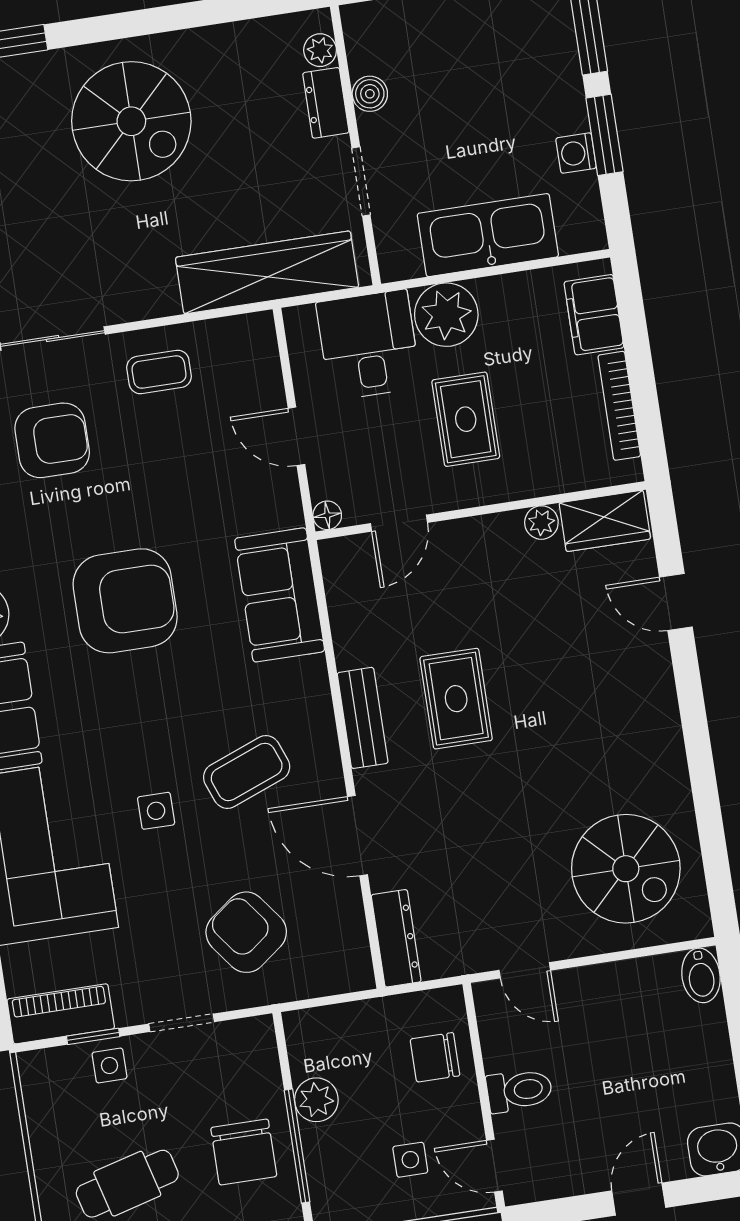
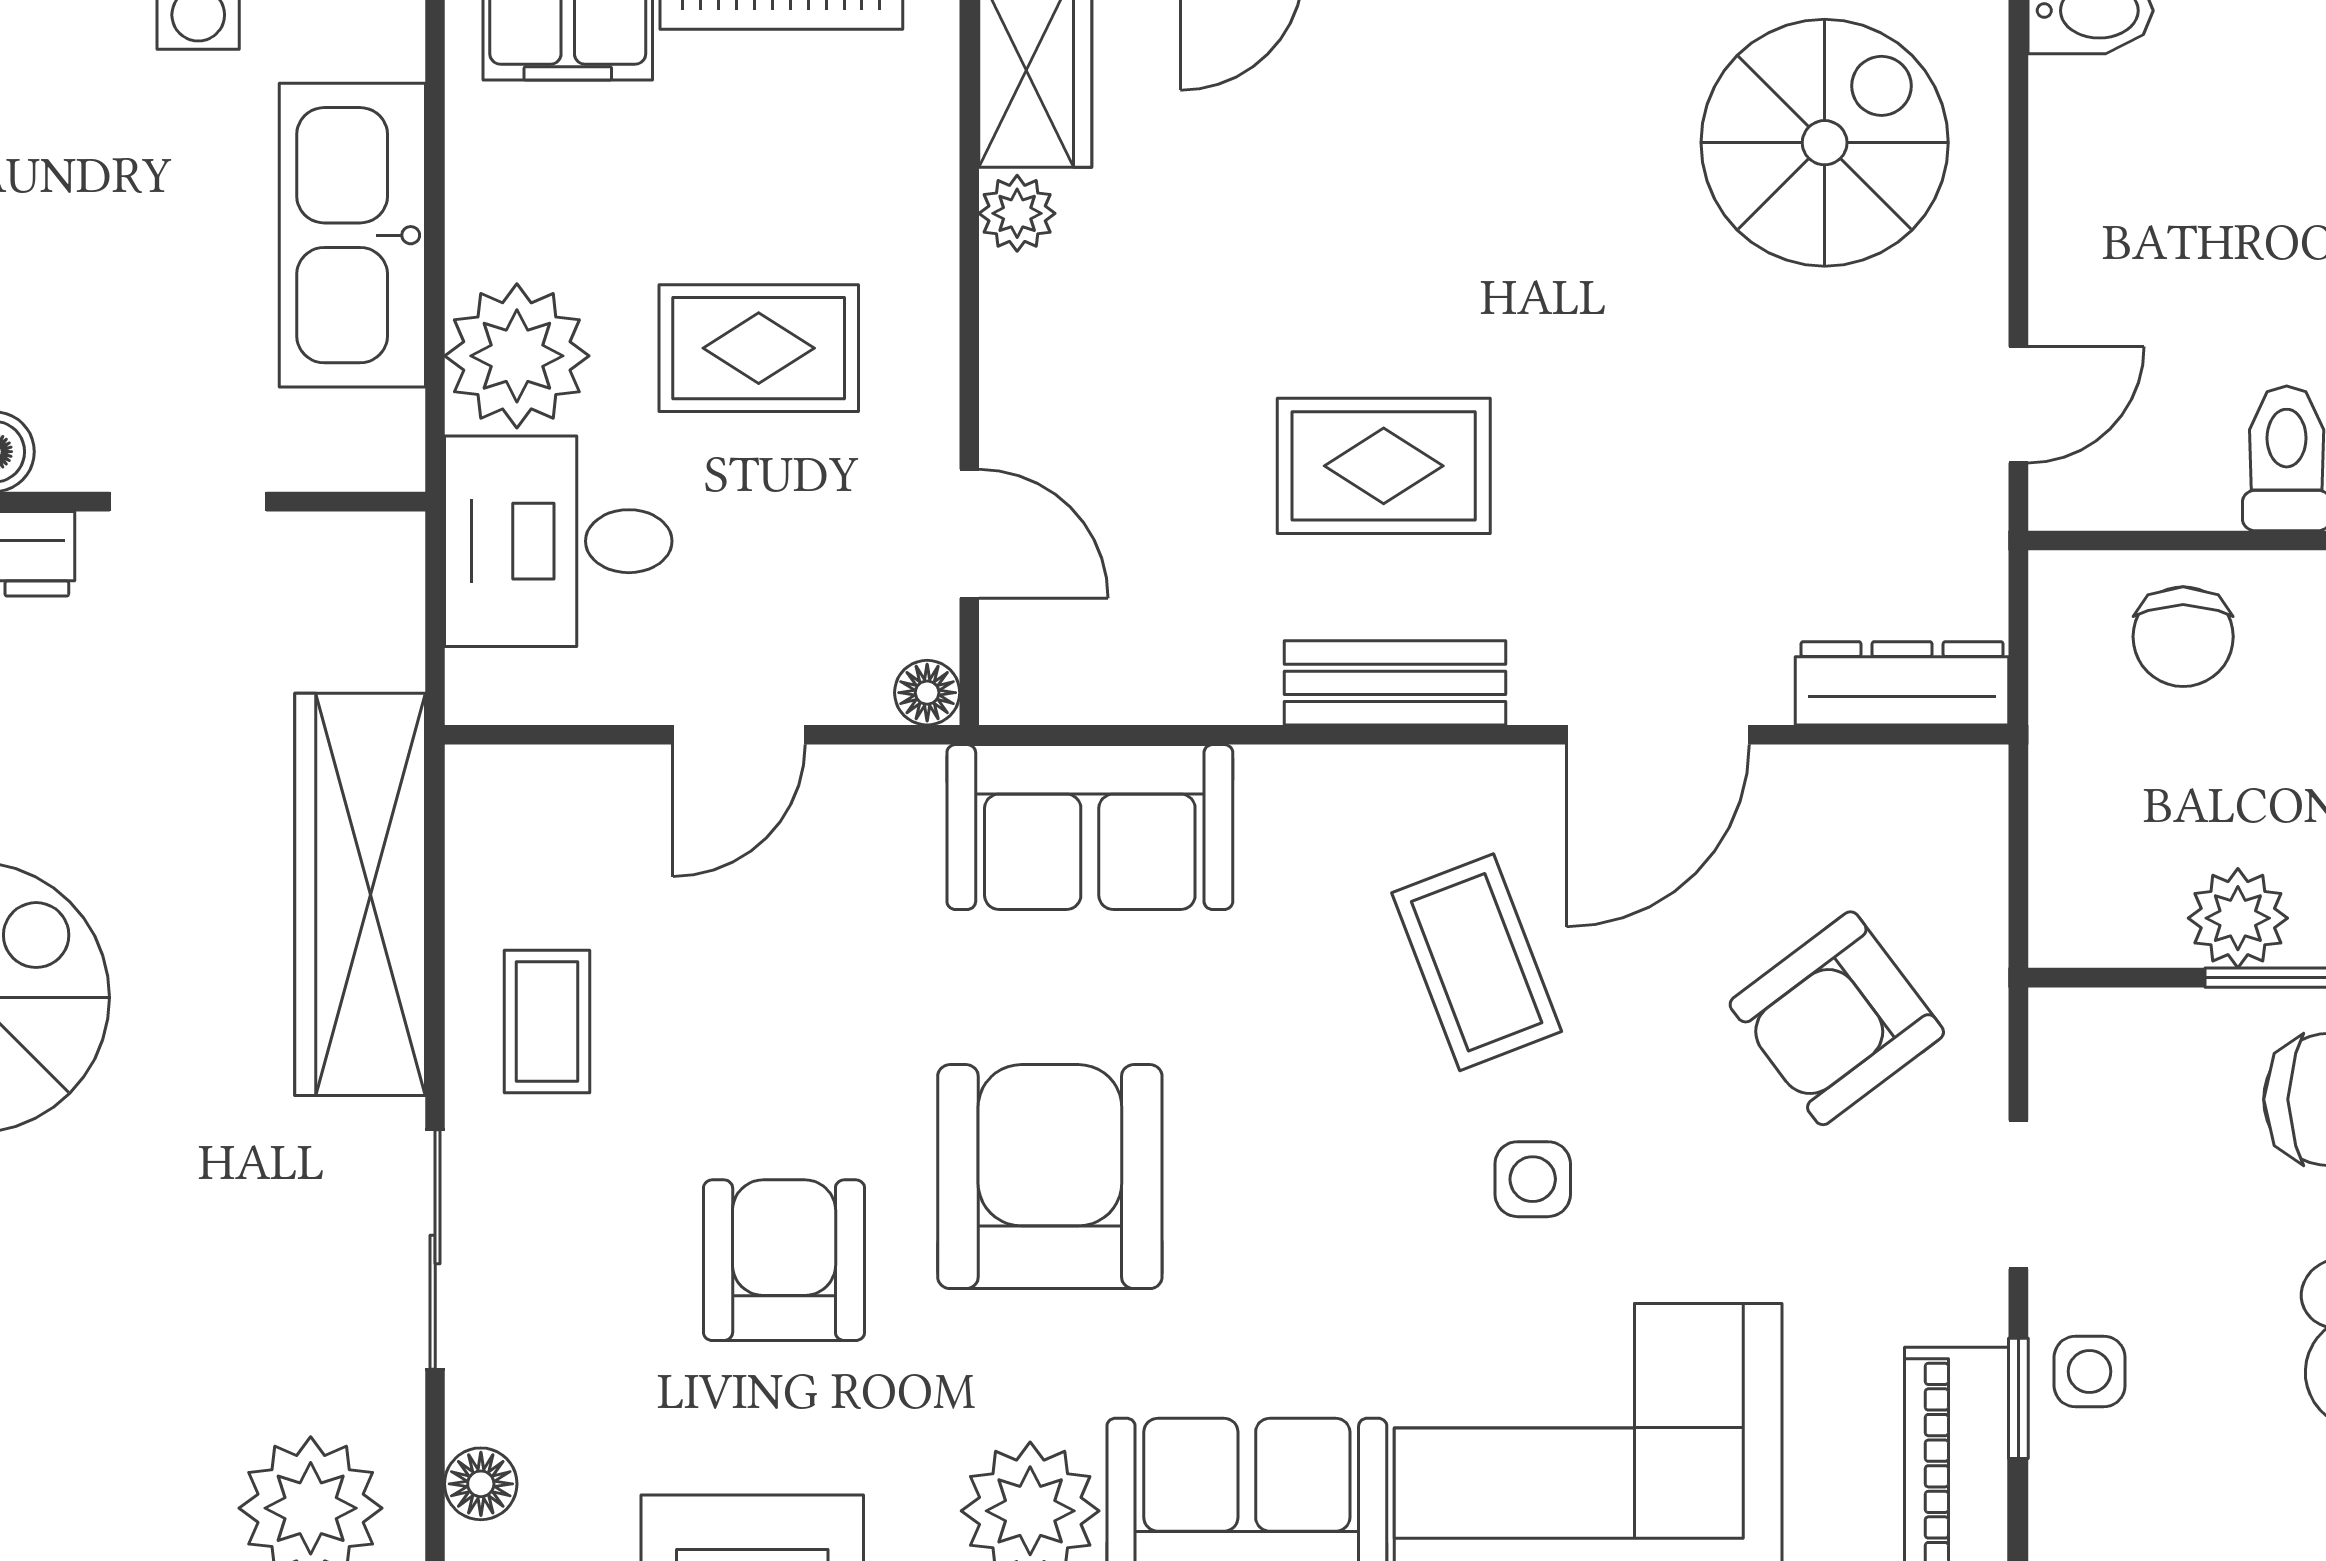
wardrobe: (267, 272) -> (360, 894), moved
armchair: (52, 440) -> (784, 1260), moved

